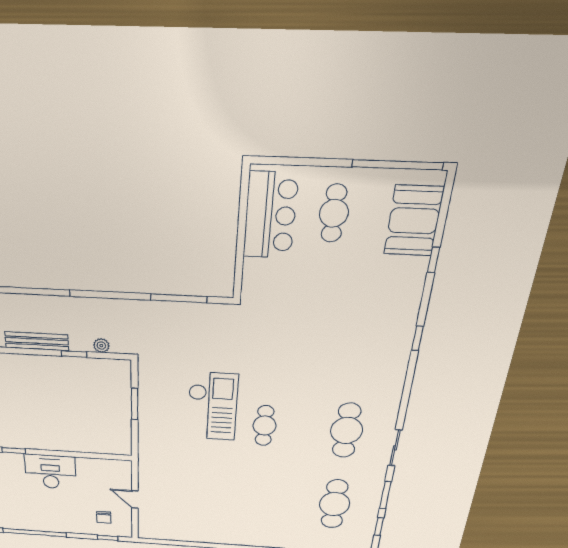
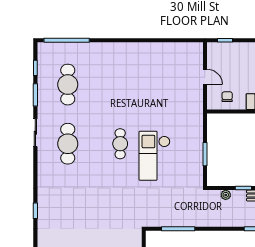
chair: (104, 517) -> (227, 97), moved

